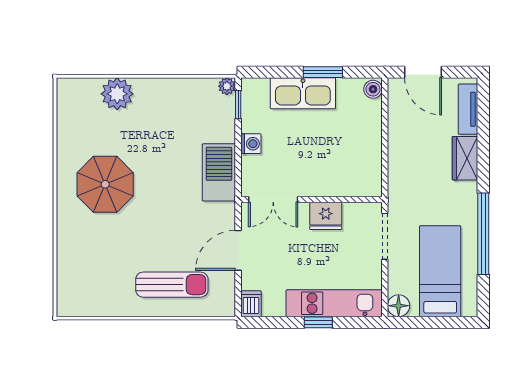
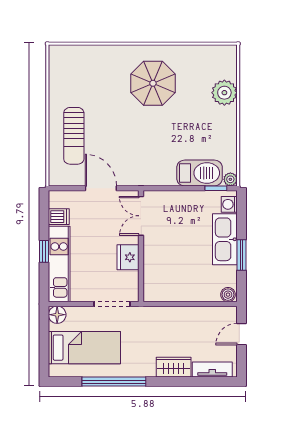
door: (423, 72) -> (242, 334), width x0.73
washing machine: (251, 144) -> (229, 204), moved, turned 90
barbecue: (219, 172) -> (200, 173), moved
dishwasher: (251, 304) -> (59, 217), moved

